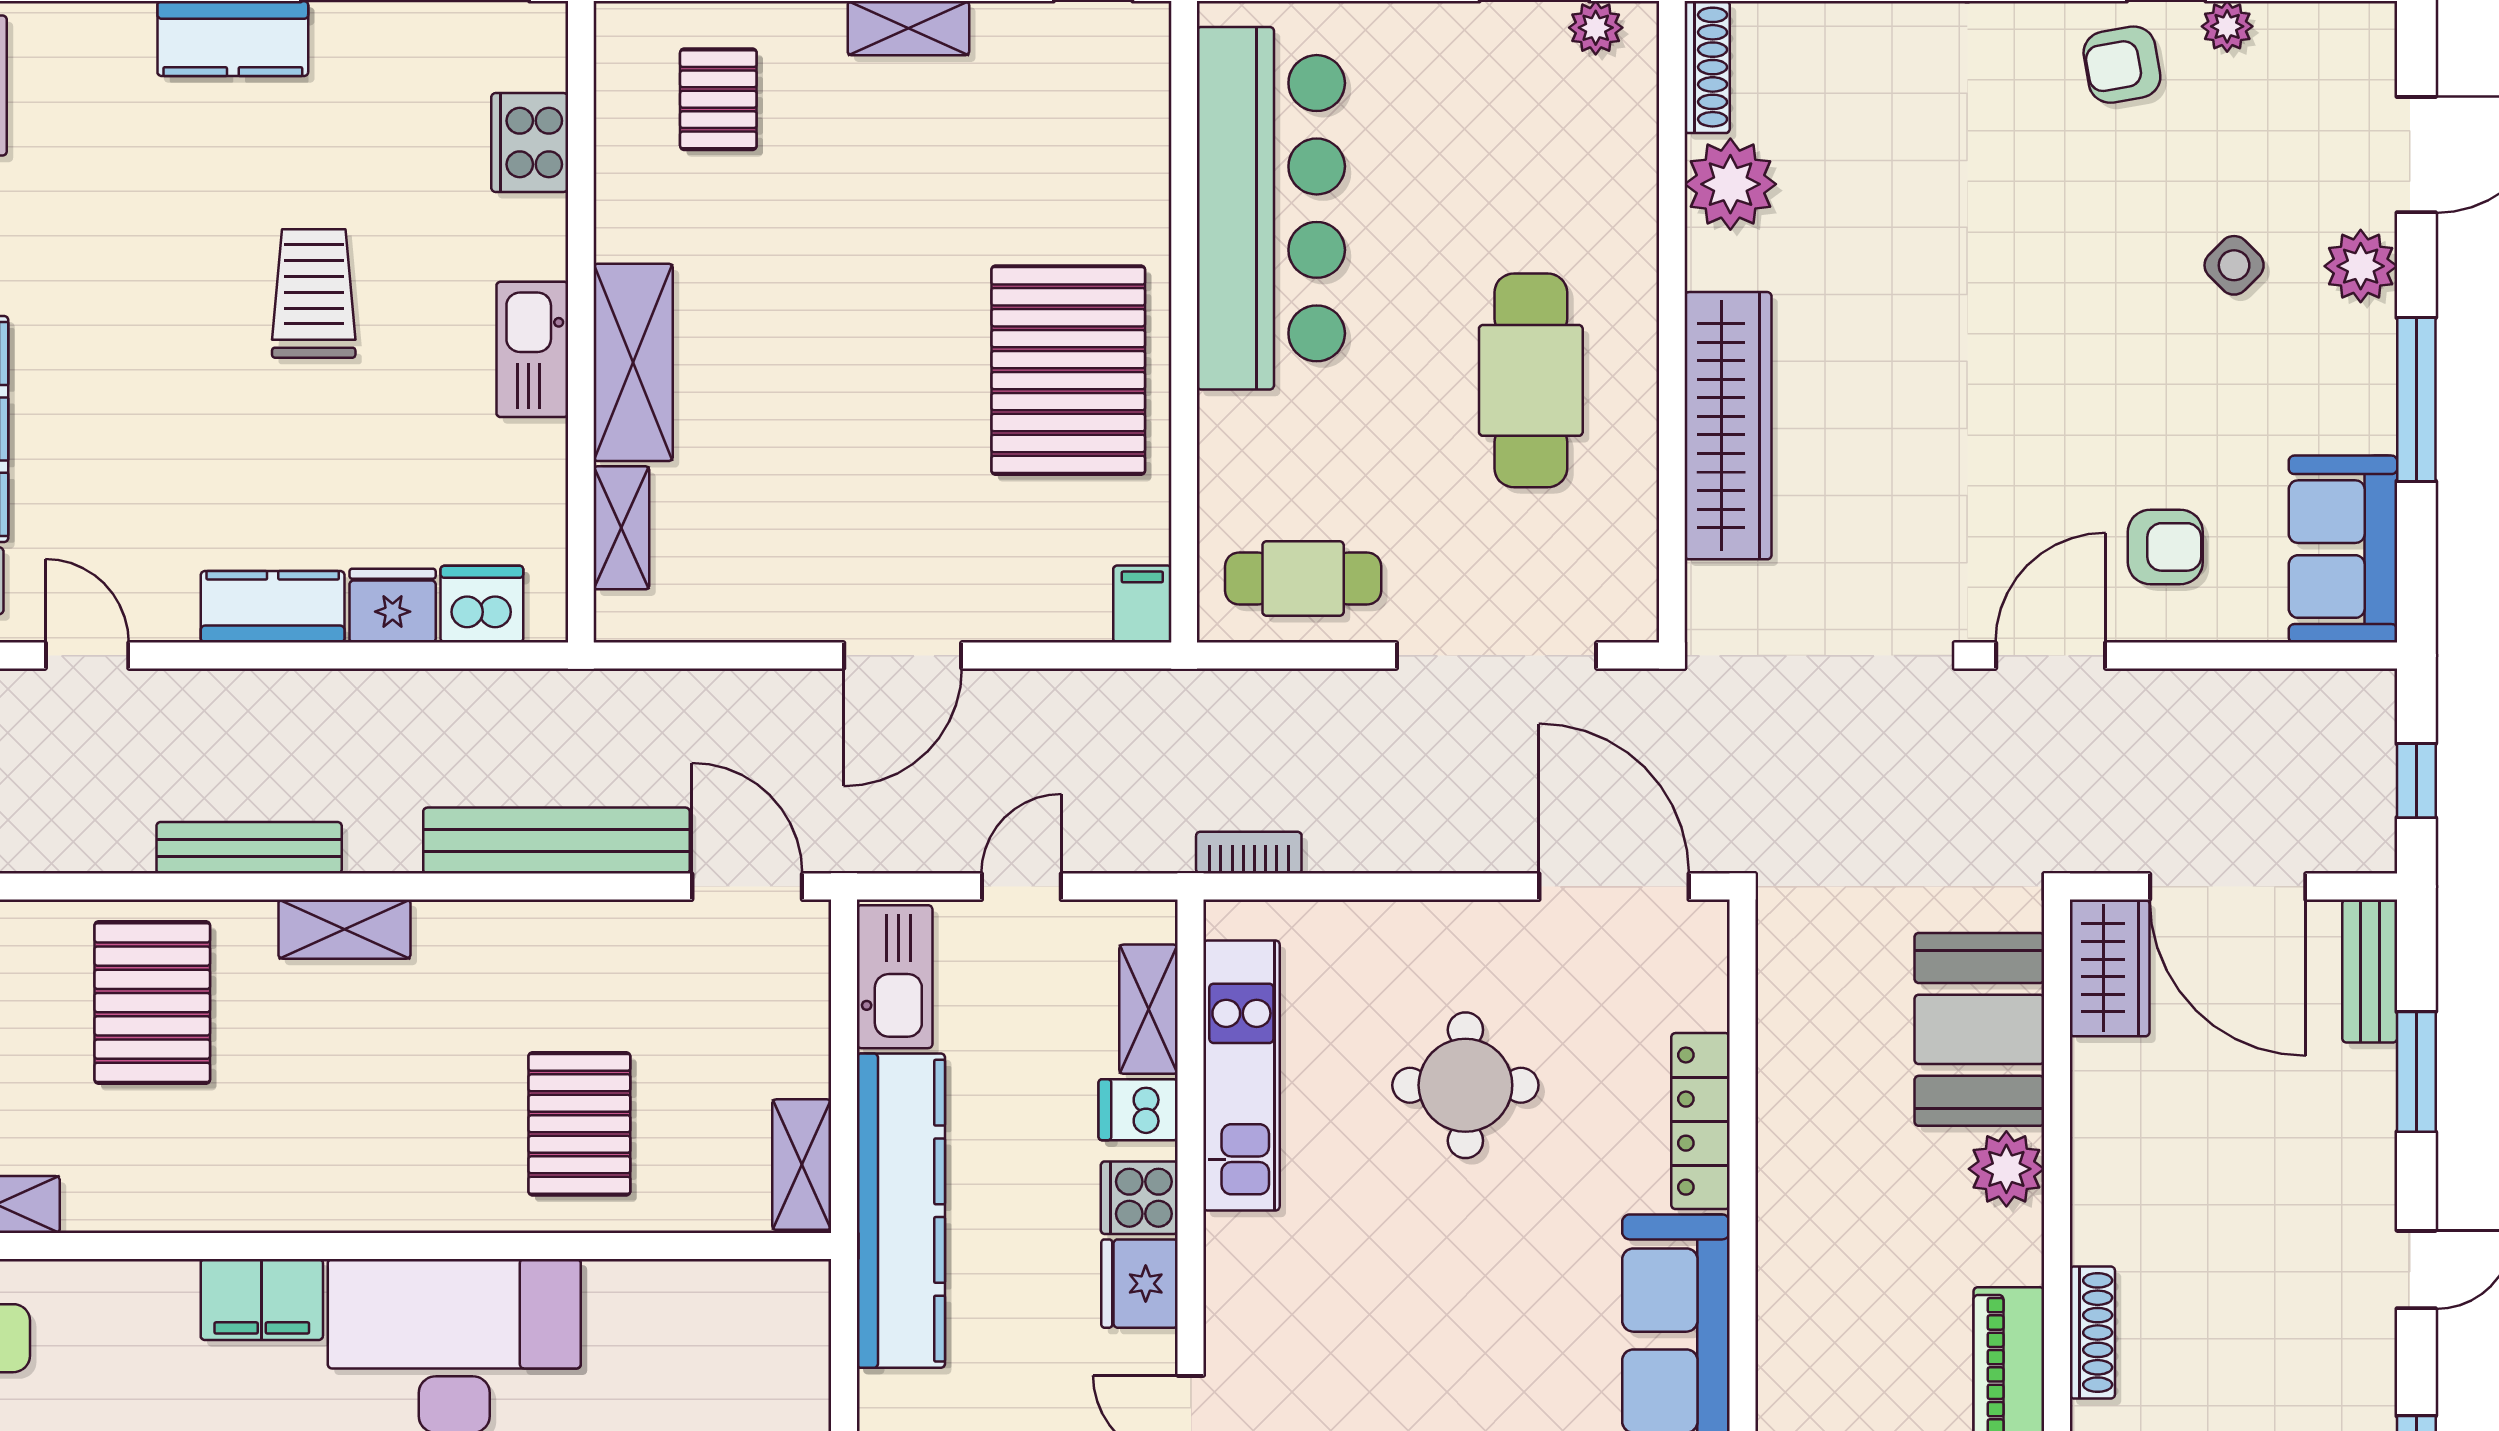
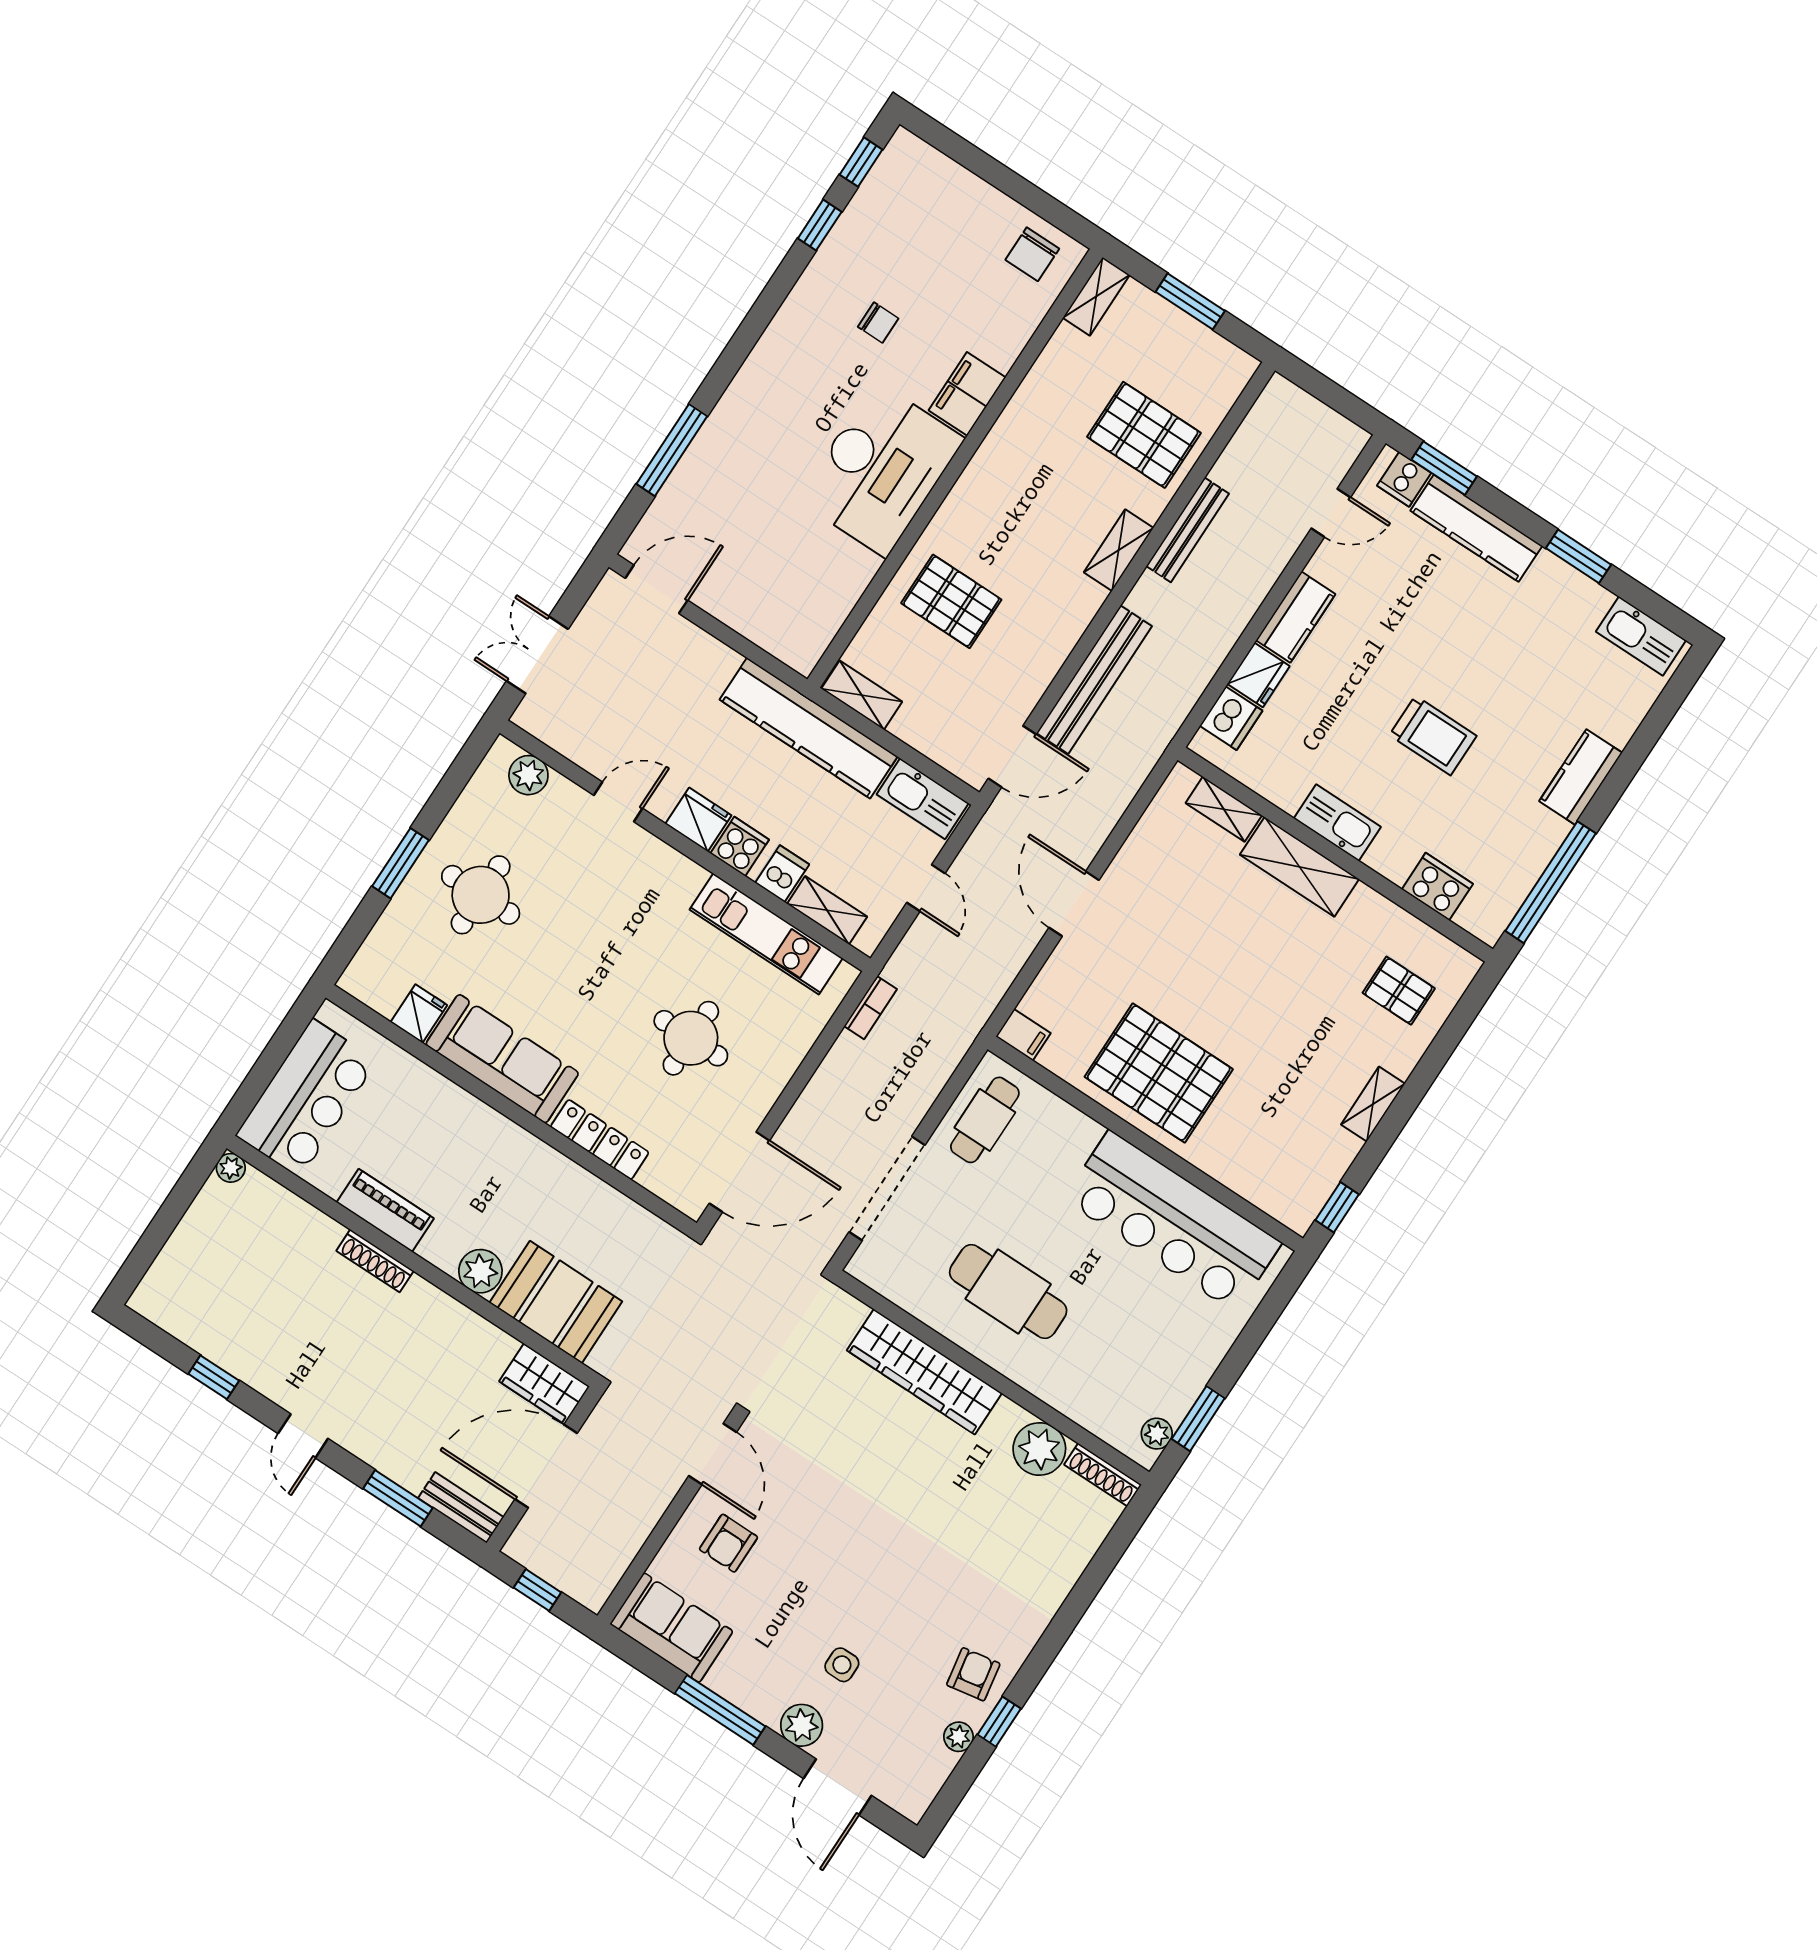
side table: (2234, 265) -> (842, 1665), turned 45

